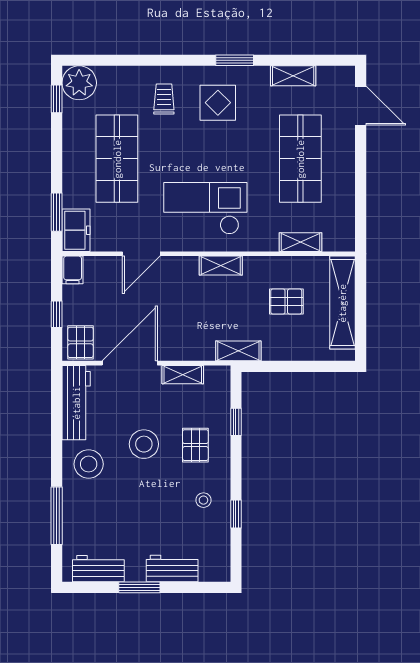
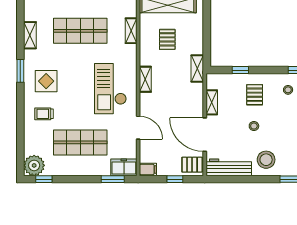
stool: (144, 444) -> (254, 126), width x0.53, depth x0.53
pallet: (195, 445) -> (255, 95), turned 90

